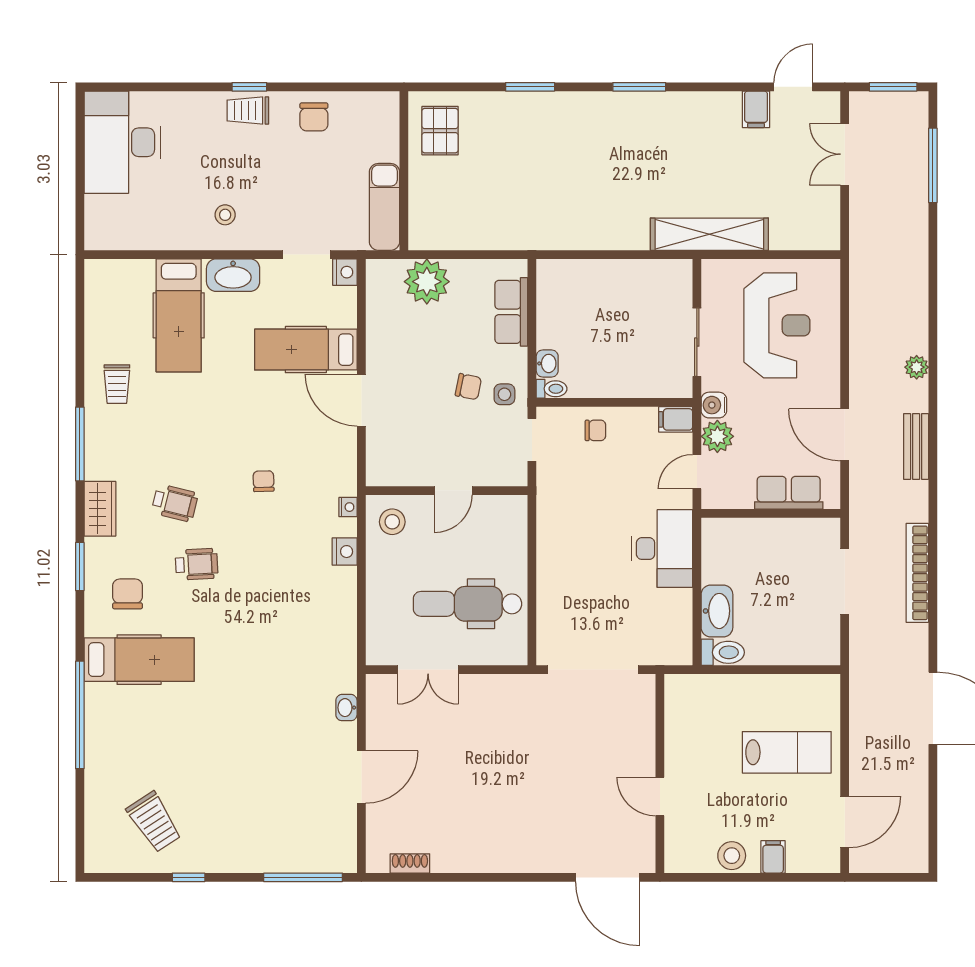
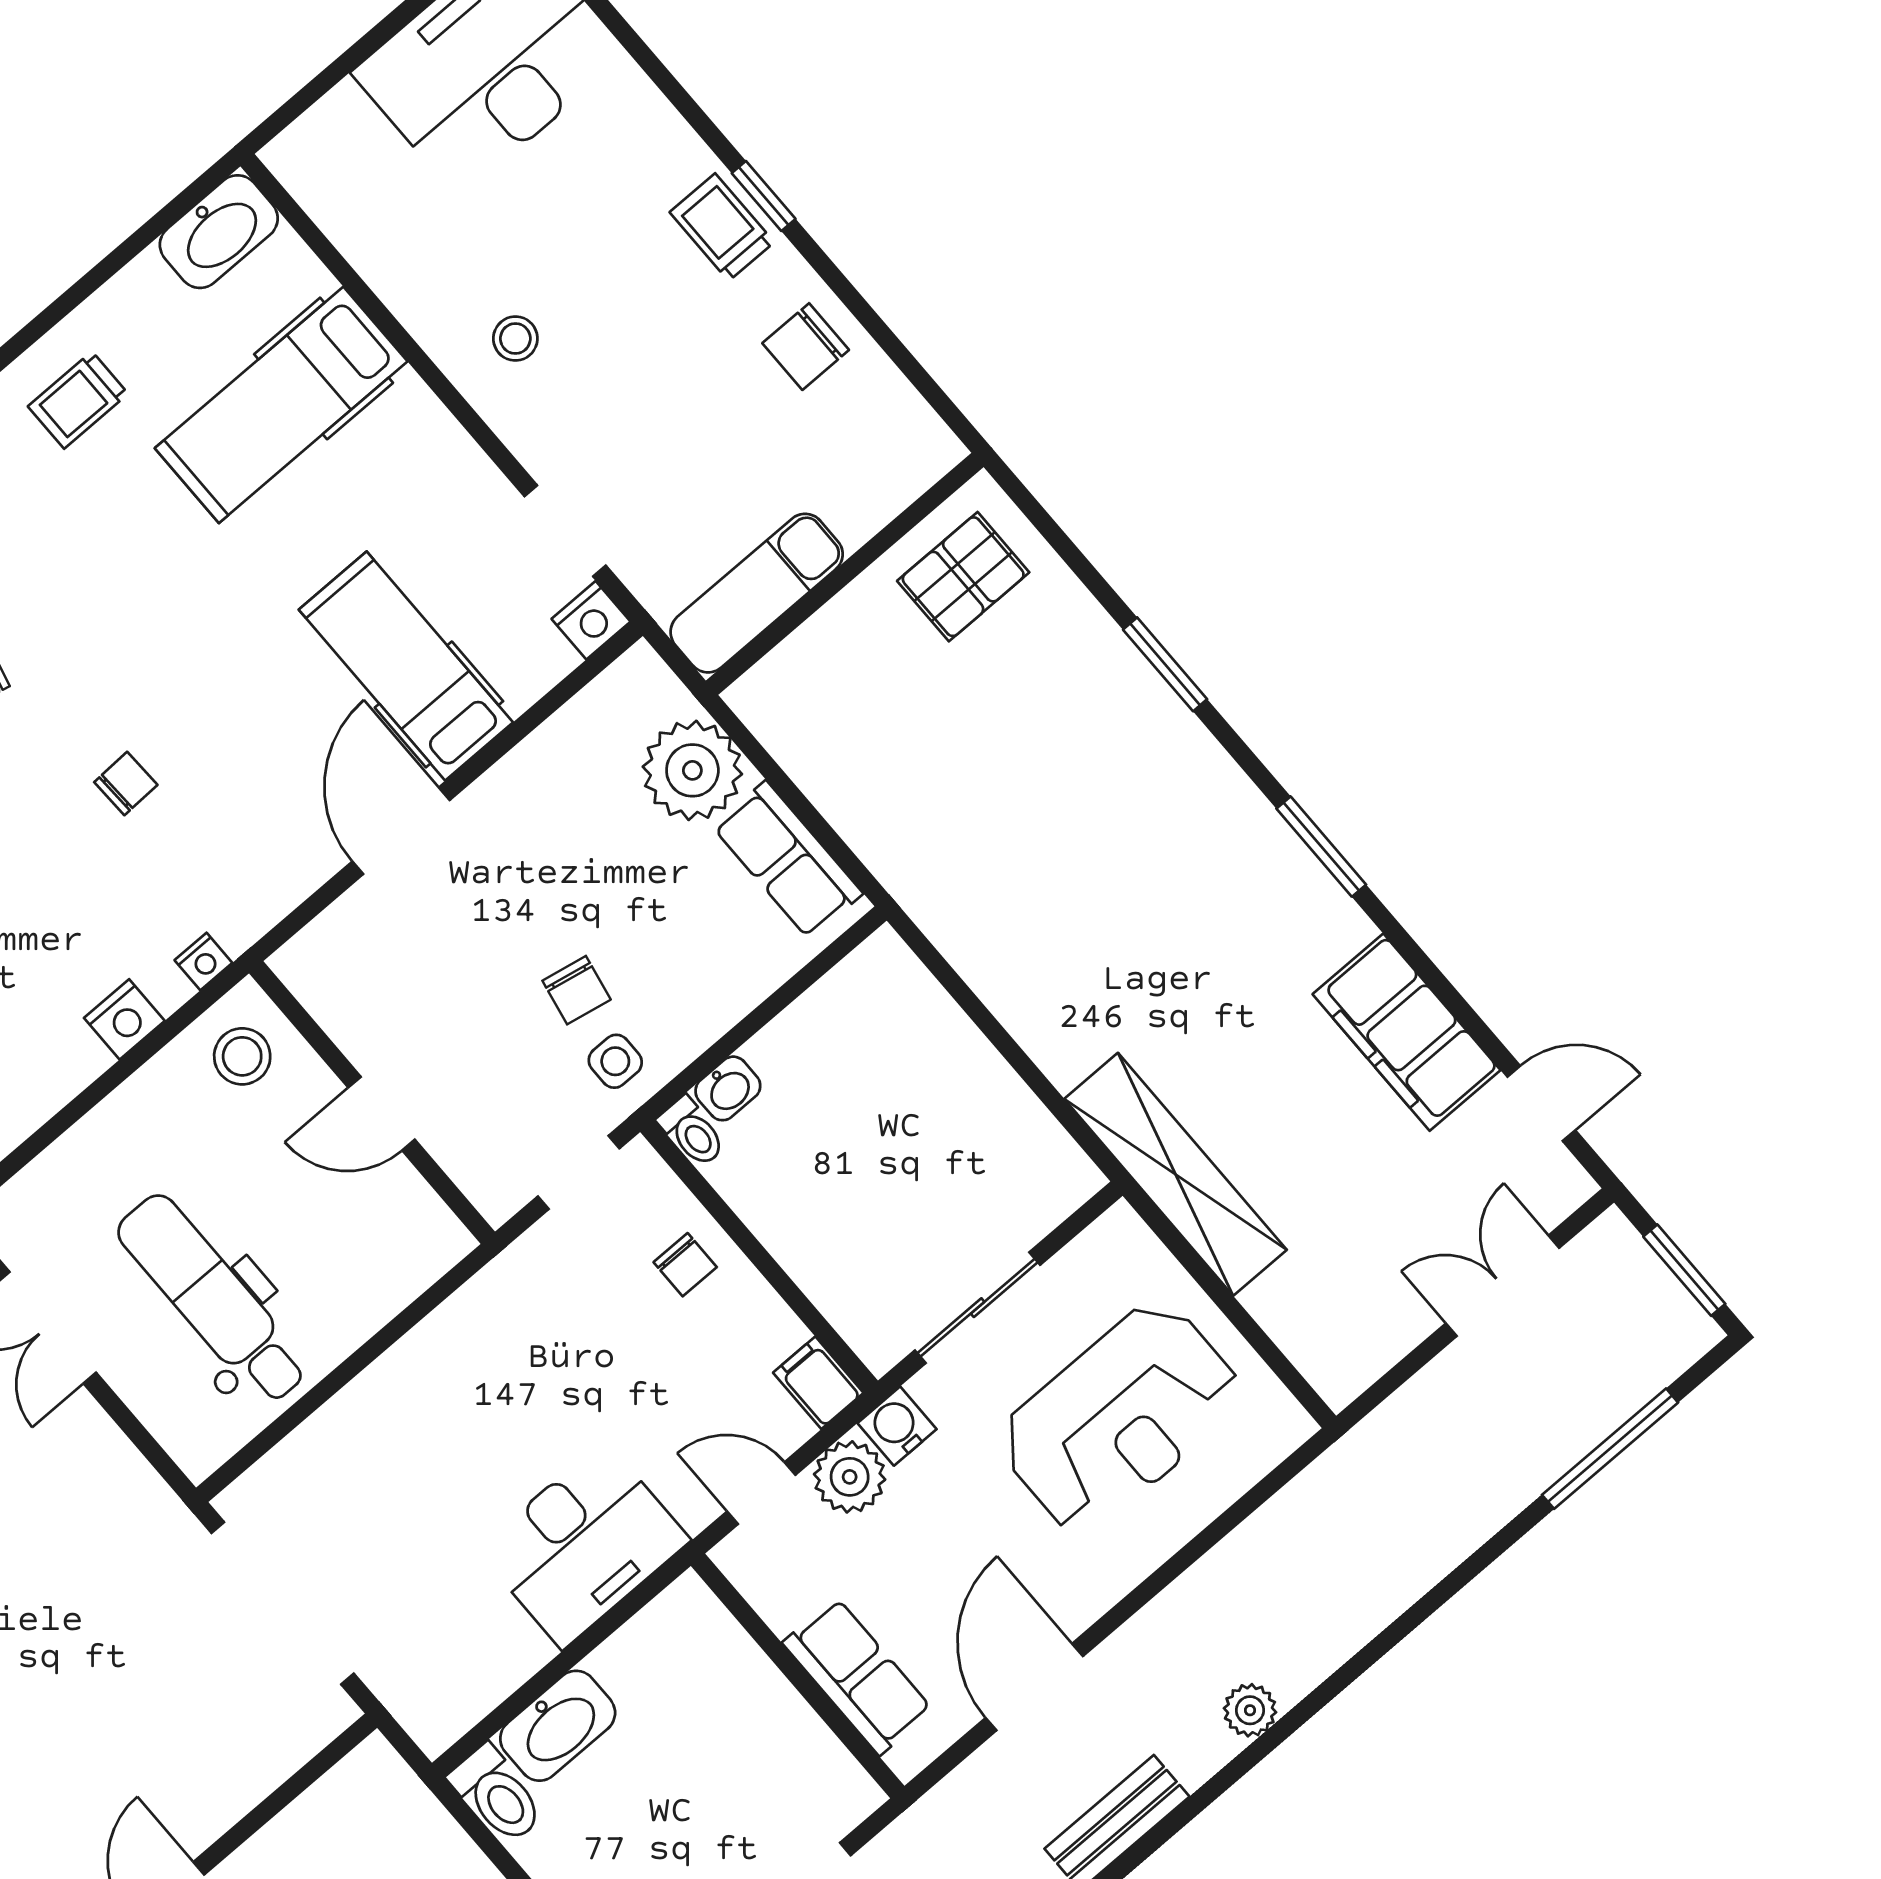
filing cabinet: (756, 109) -> (1407, 1032), width x3.00, depth x1.17
washbasin: (233, 275) -> (219, 232), moved, turned -90
row of seats: (511, 312) -> (788, 860), moved, turned -90

